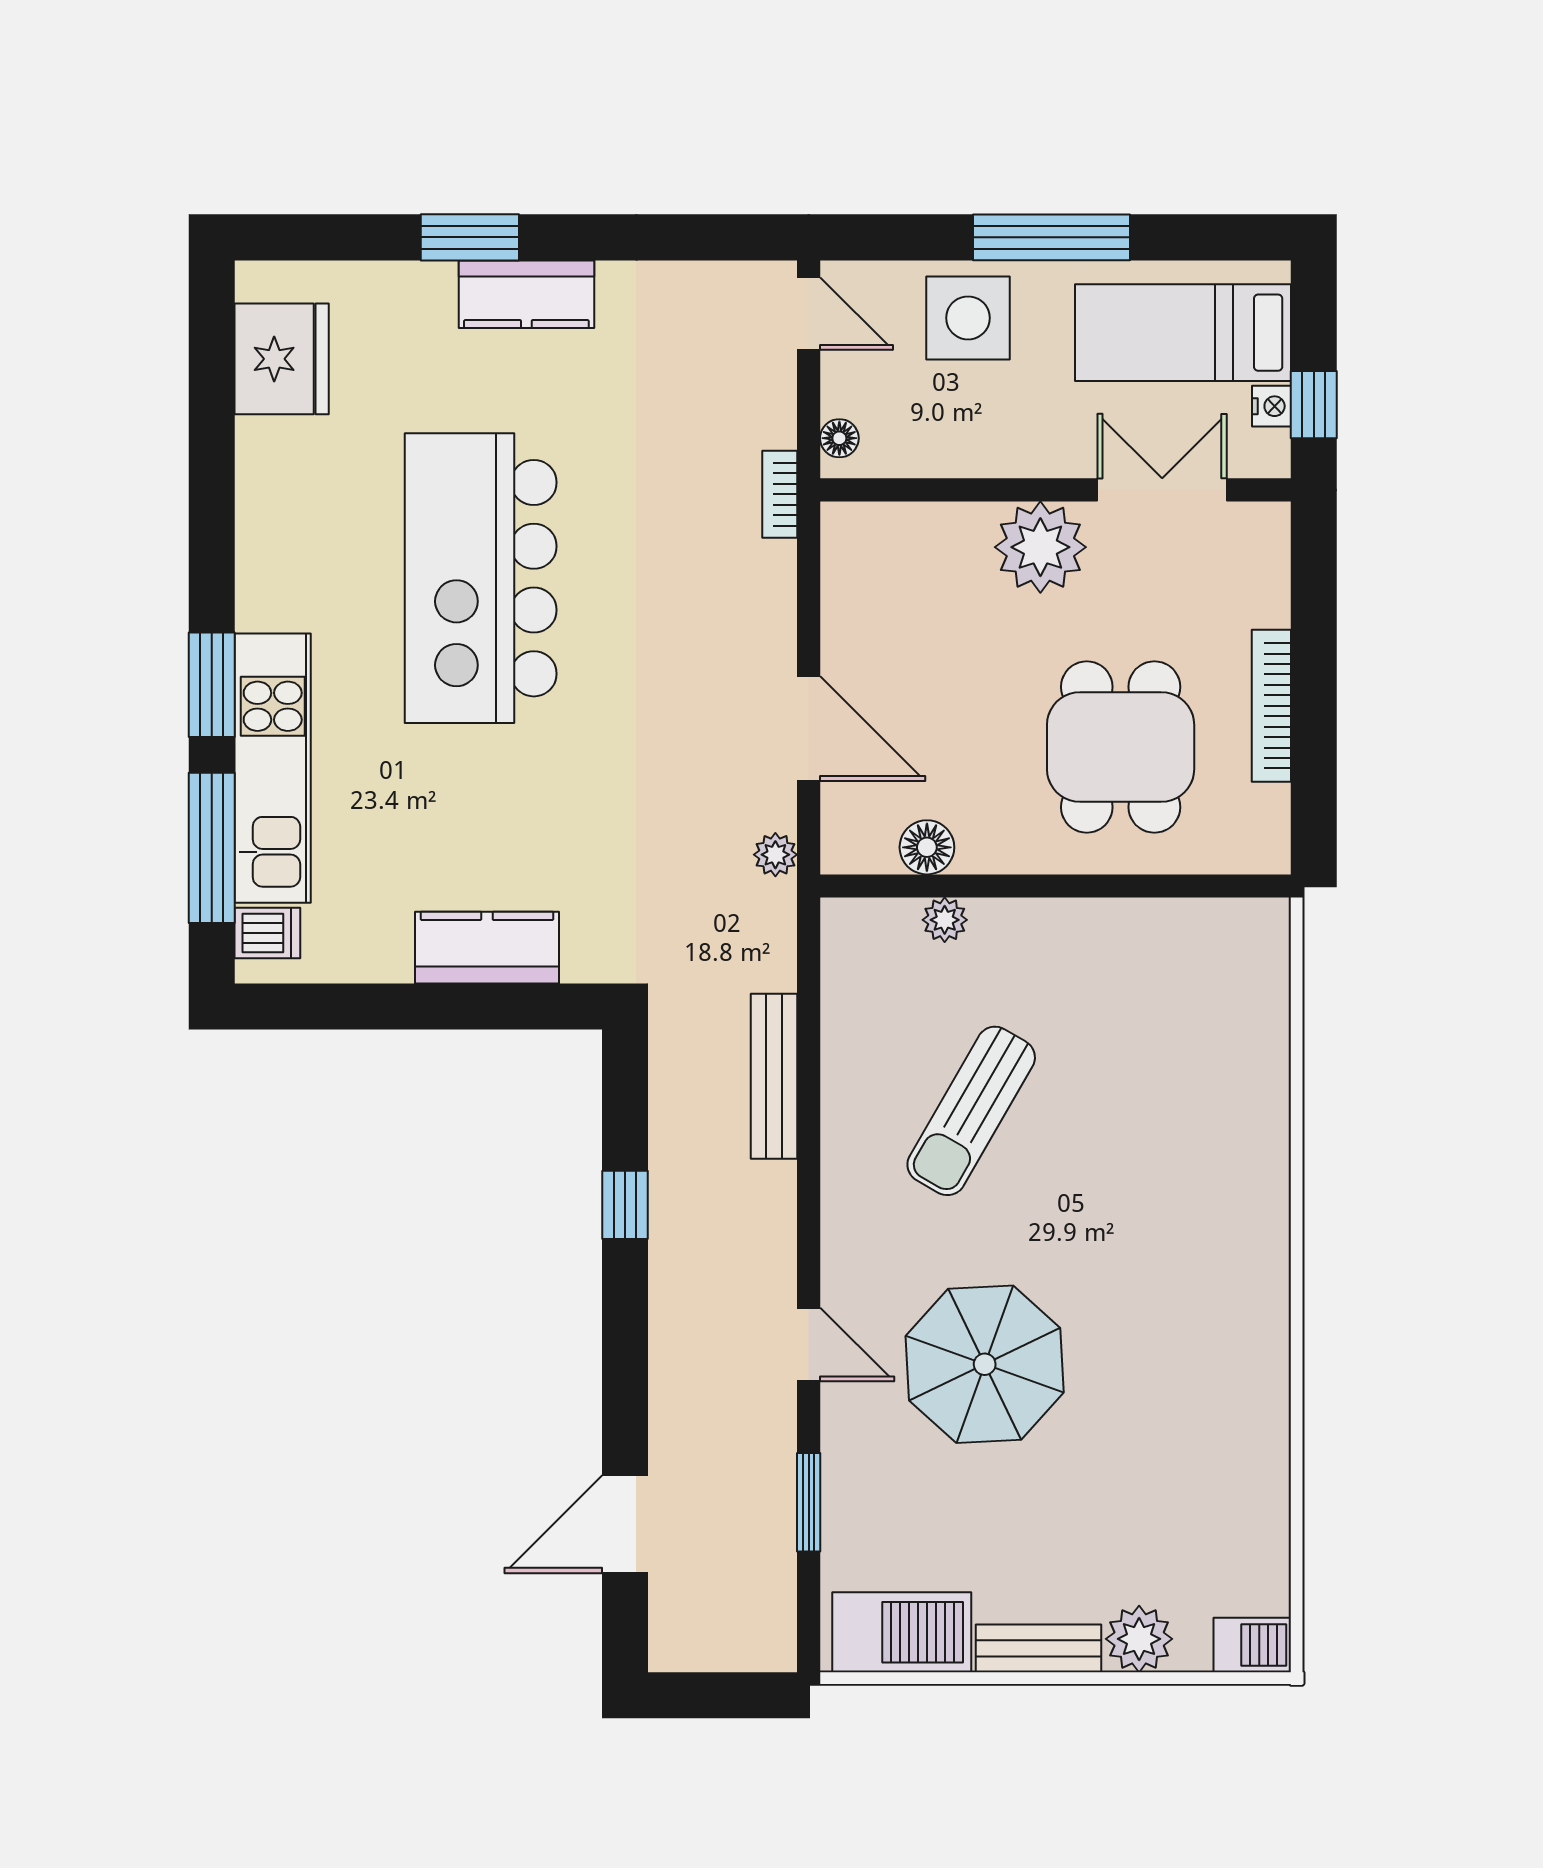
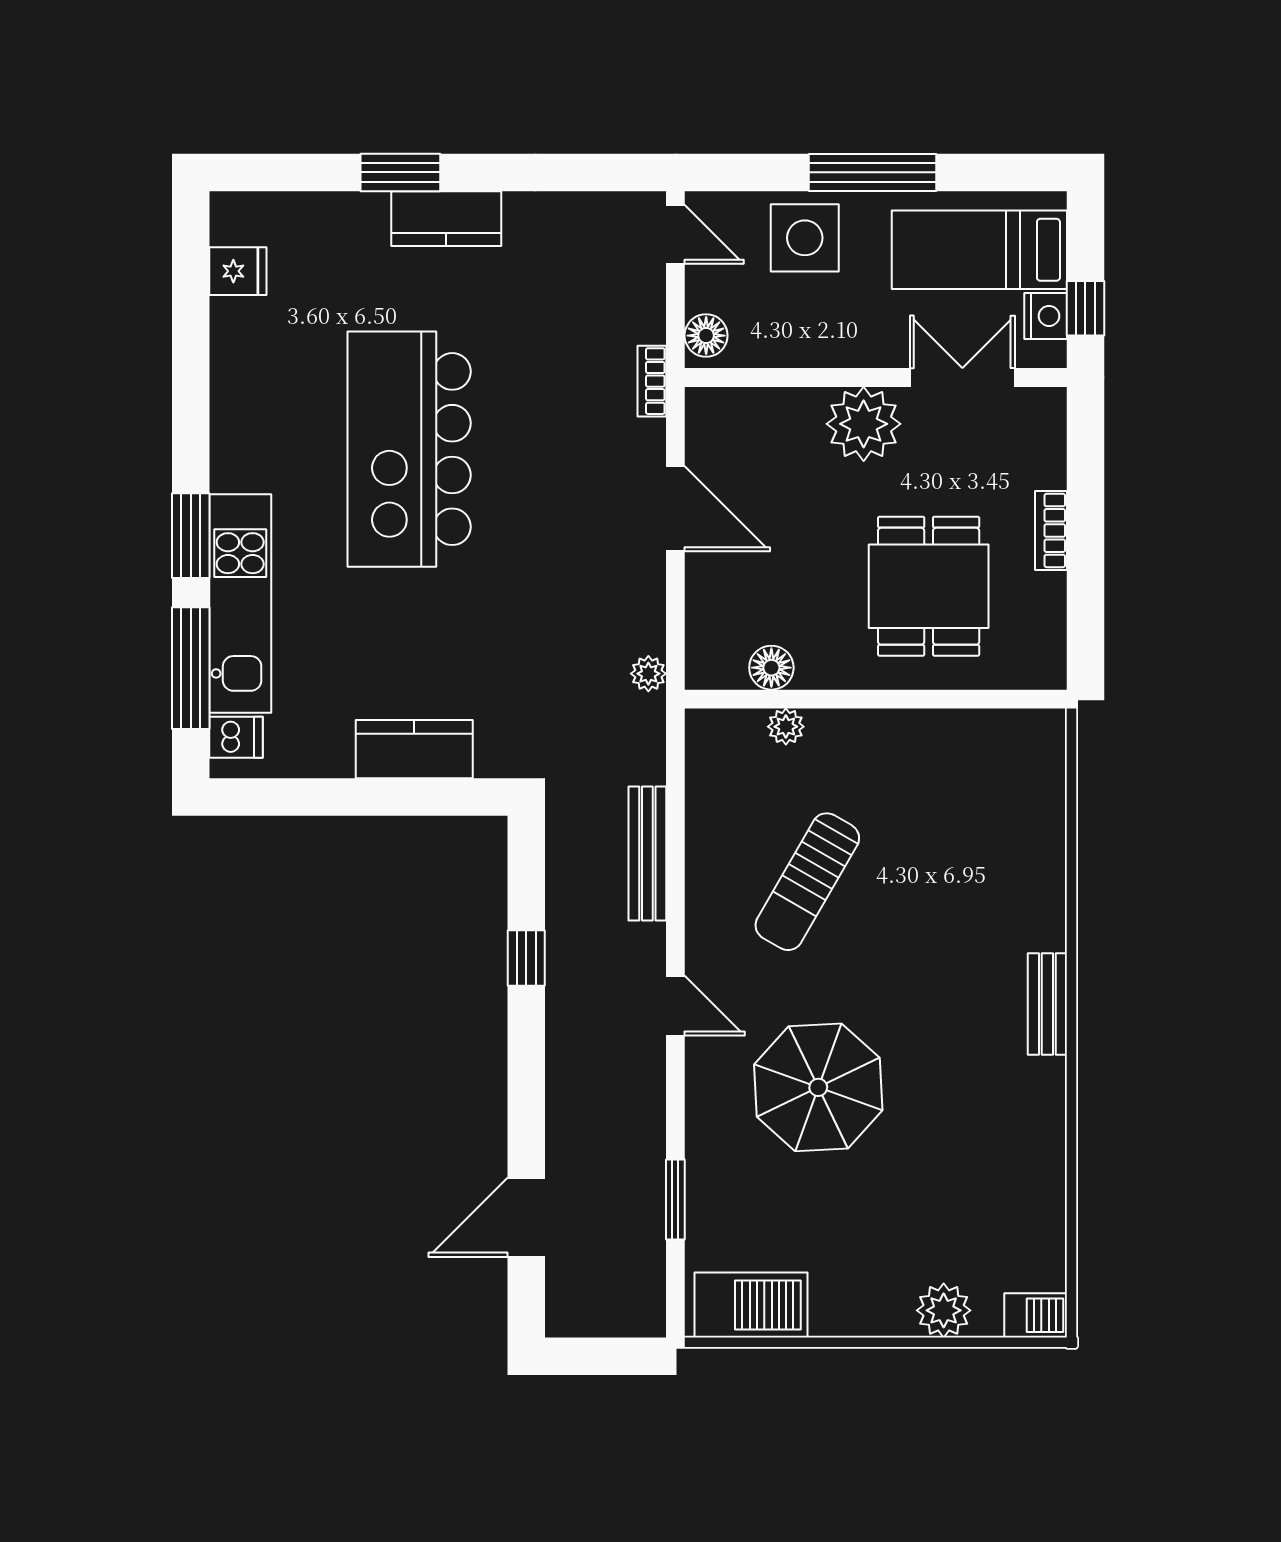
fridge: (282, 359) -> (238, 271), width x0.53, depth x0.75
nightstand: (1271, 406) -> (1046, 316), width x1.39, depth x1.35
floor lamp: (839, 438) -> (706, 336), width x1.37, depth x1.37
bookcase: (1271, 706) -> (1051, 530), width x0.64
door: (809, 729) -> (675, 509), moved
door: (809, 1345) -> (675, 1006), moved
bench: (1038, 1648) -> (1047, 1004), moved, turned 90

